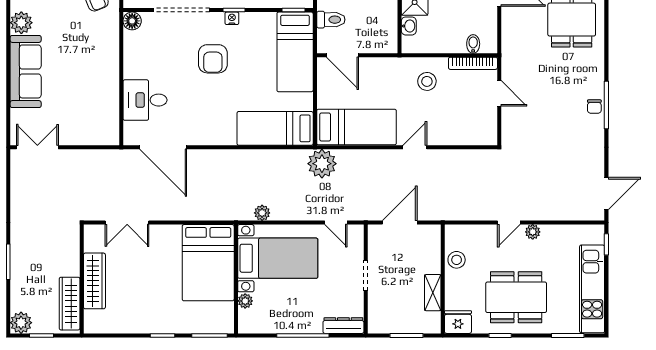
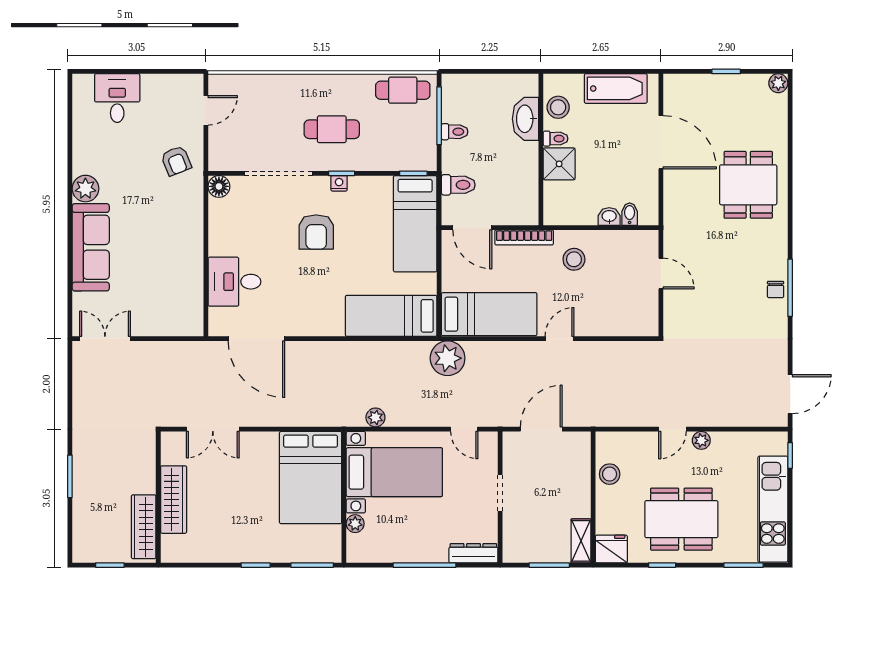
washbasin: (409, 26) -> (609, 217), moved, turned -90
bookcase: (473, 63) -> (524, 237), moved
shelving: (433, 293) -> (581, 541), moved
plant: (21, 323) -> (85, 550), removed

